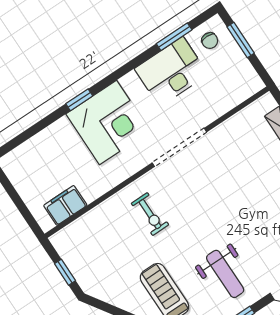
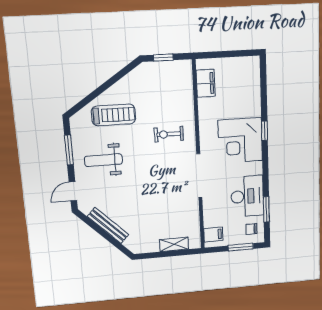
filing cabinet: (243, 85) -> (213, 235), added

